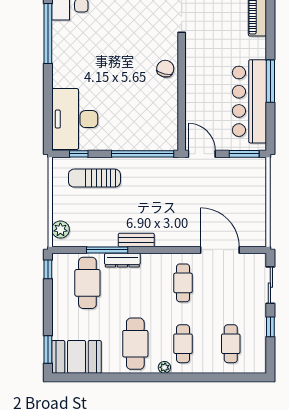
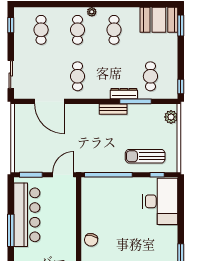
door: (202, 154) -> (63, 175), swing flipped
sun lounger: (94, 178) -> (145, 156), turned 180
cafe table: (87, 283) -> (150, 76), width x0.73, depth x0.74
window: (270, 327) -> (11, 25), moved
cafe table: (135, 344) -> (114, 30), width x0.73, depth x0.74

